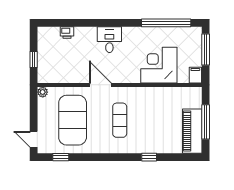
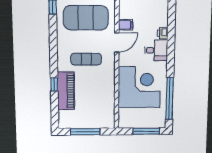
printer: (67, 33) -> (163, 33), moved
corner desk: (159, 65) -> (139, 87), width x1.36, depth x1.36
filing cabinet: (195, 75) -> (126, 25), moved
piano: (192, 131) -> (66, 91), moved, turned 90

